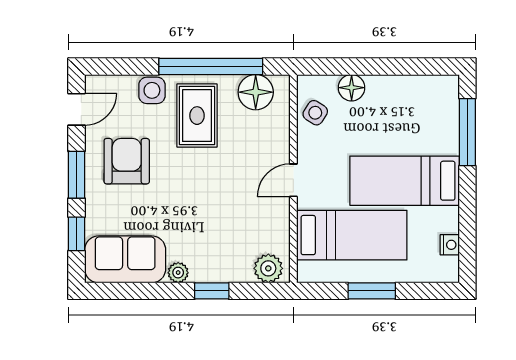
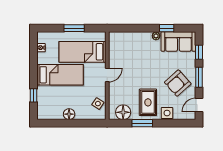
window: (211, 66) -> (142, 123), width x0.47
floor lamp: (352, 88) -> (69, 114), moved
window: (467, 132) -> (33, 95), width x0.46
armchair: (127, 161) -> (178, 83), turned 48
plant: (268, 268) -> (118, 38), removed
window: (212, 291) -> (167, 28), moved

